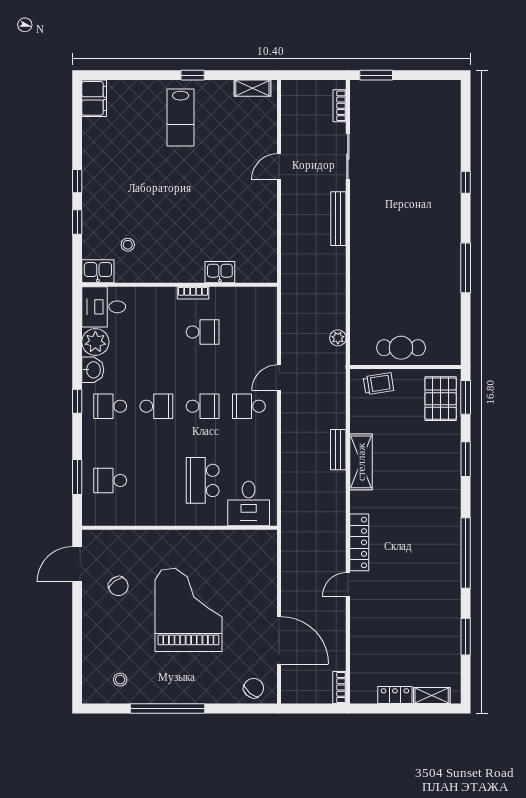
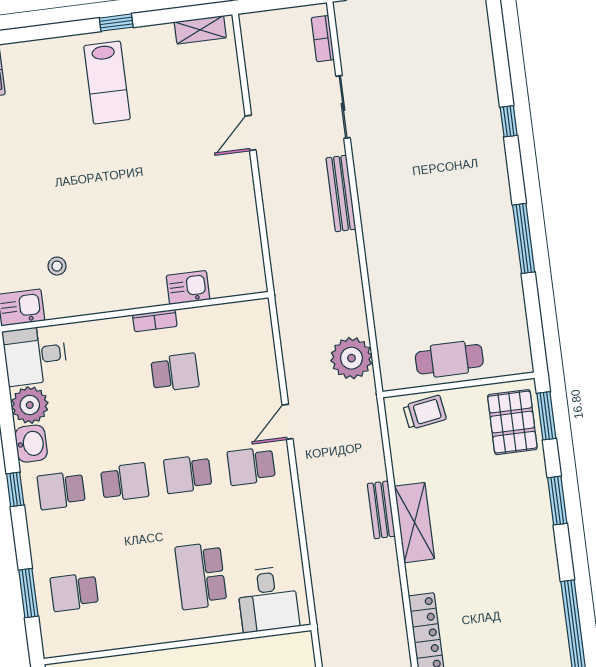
plant: (338, 338) -> (351, 358), width x1.88, depth x1.88
school desk: (203, 406) -> (188, 474), turned 180

